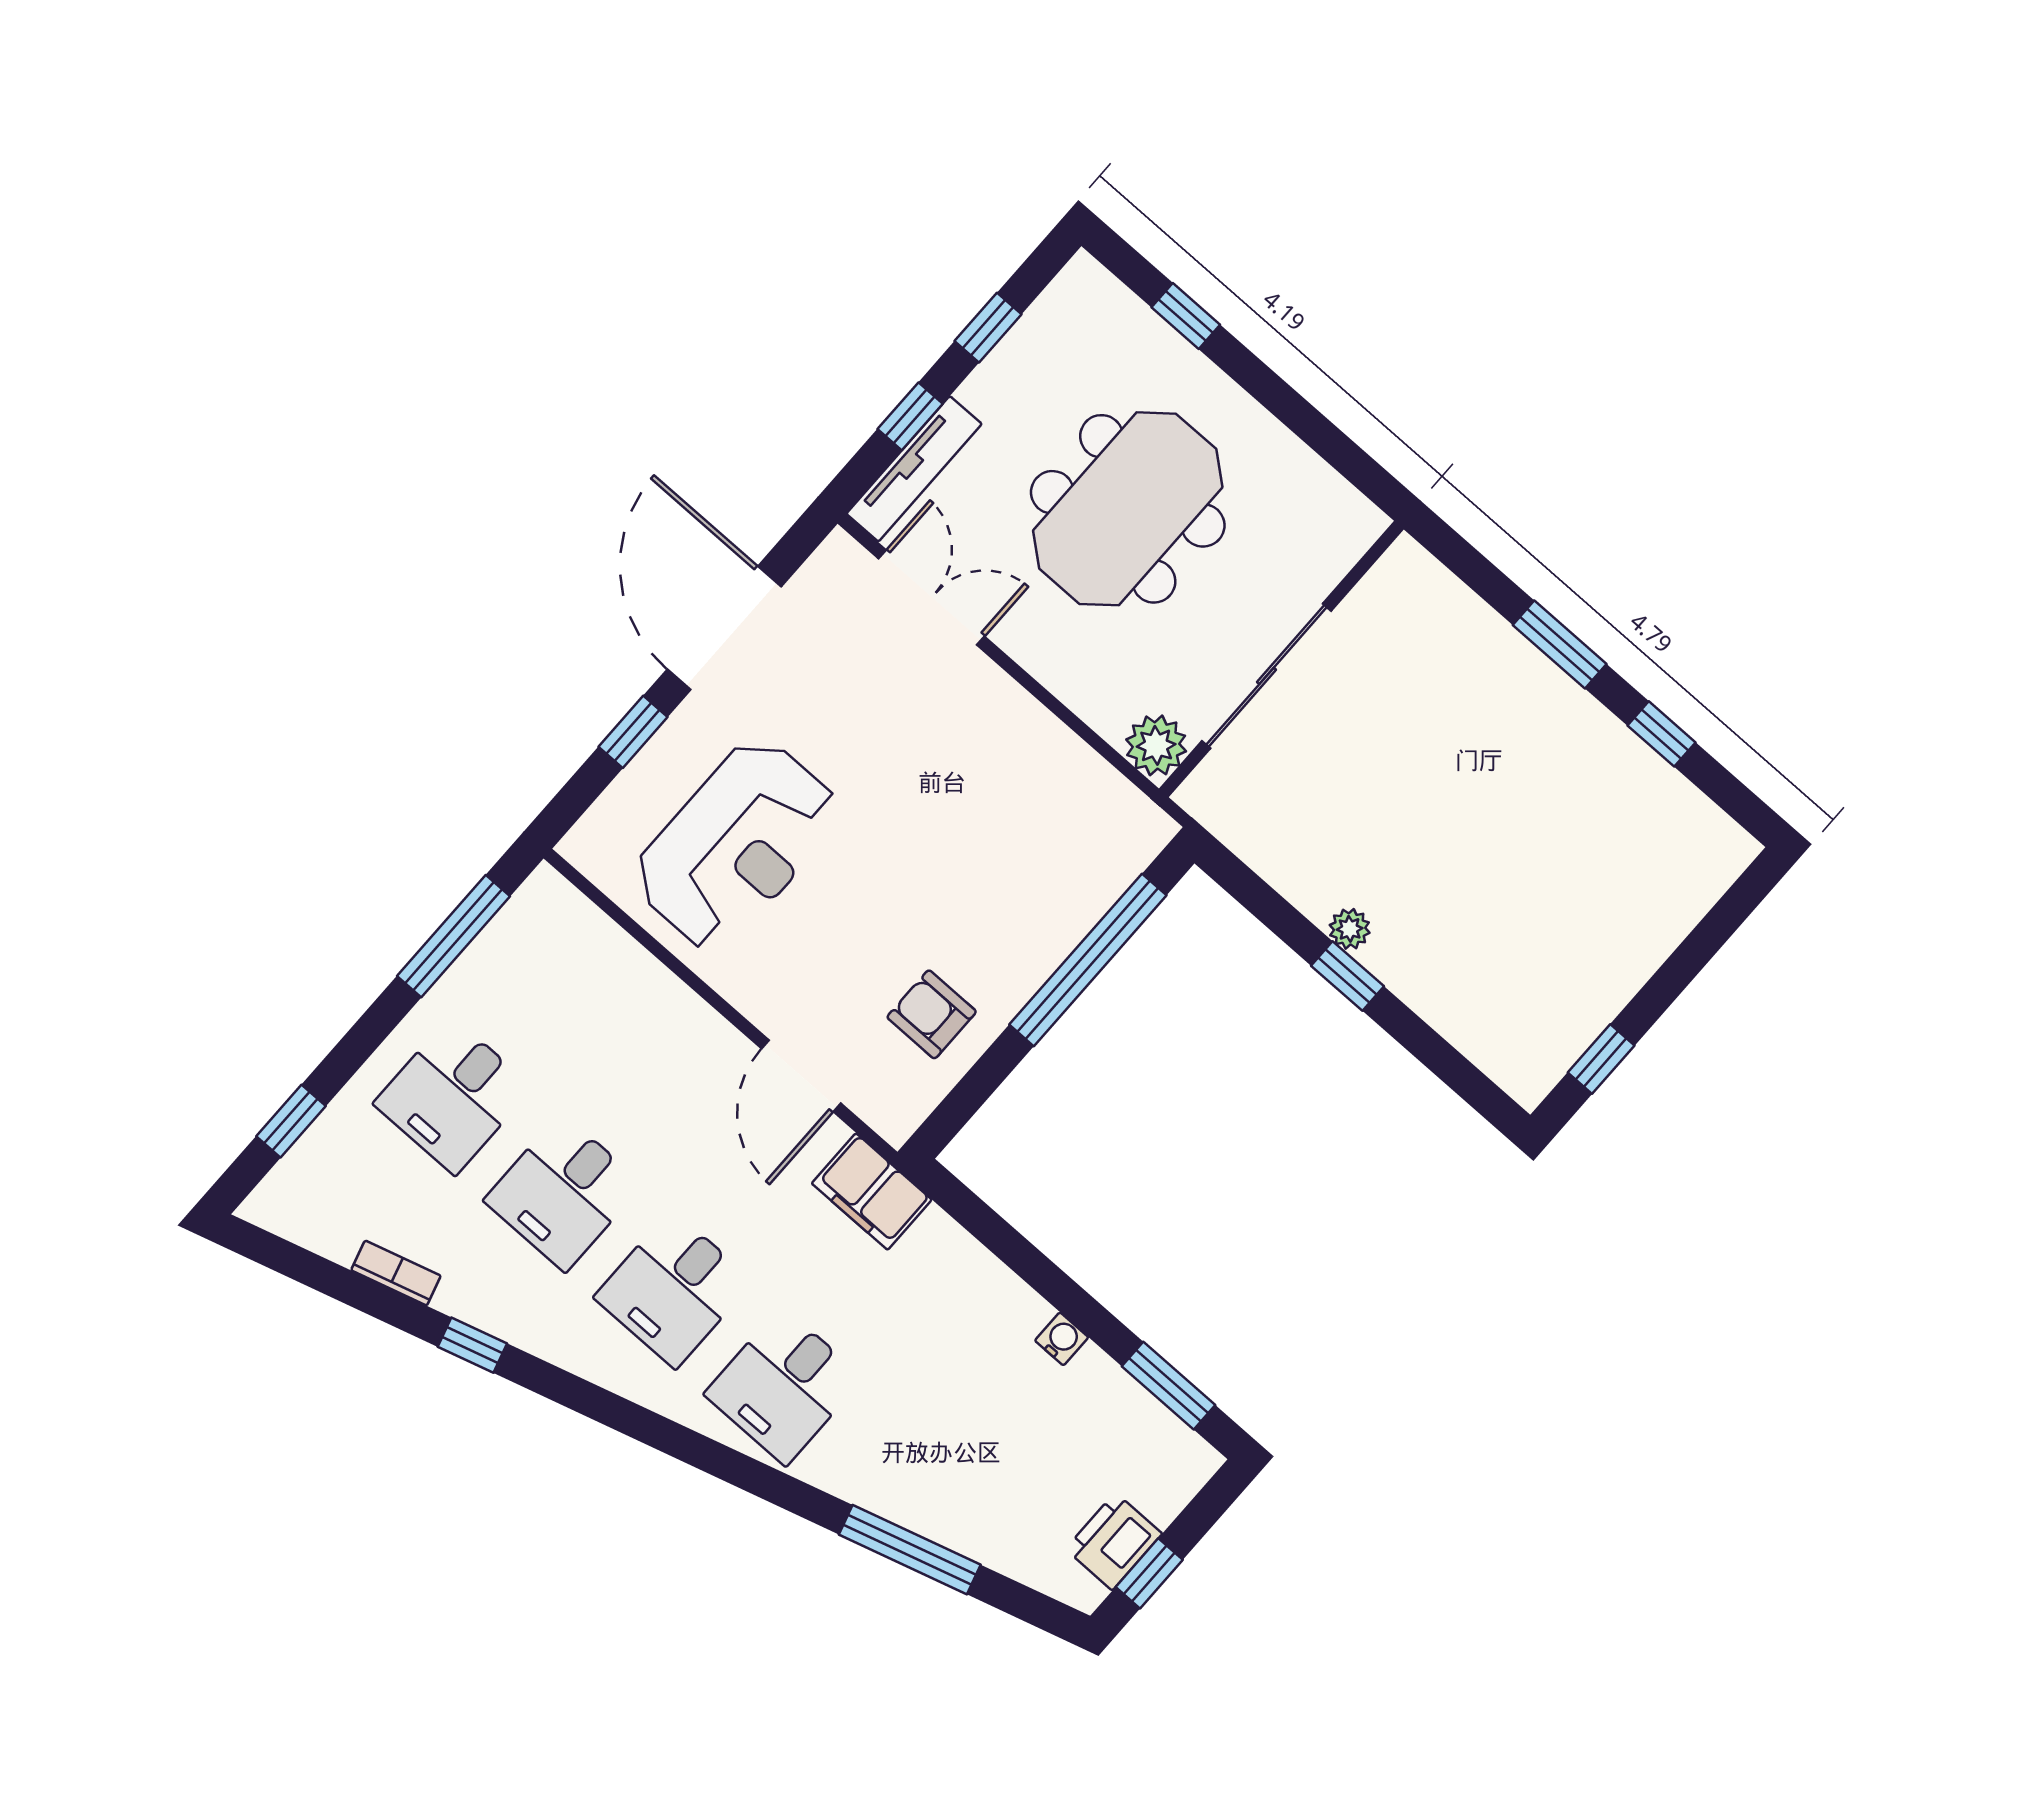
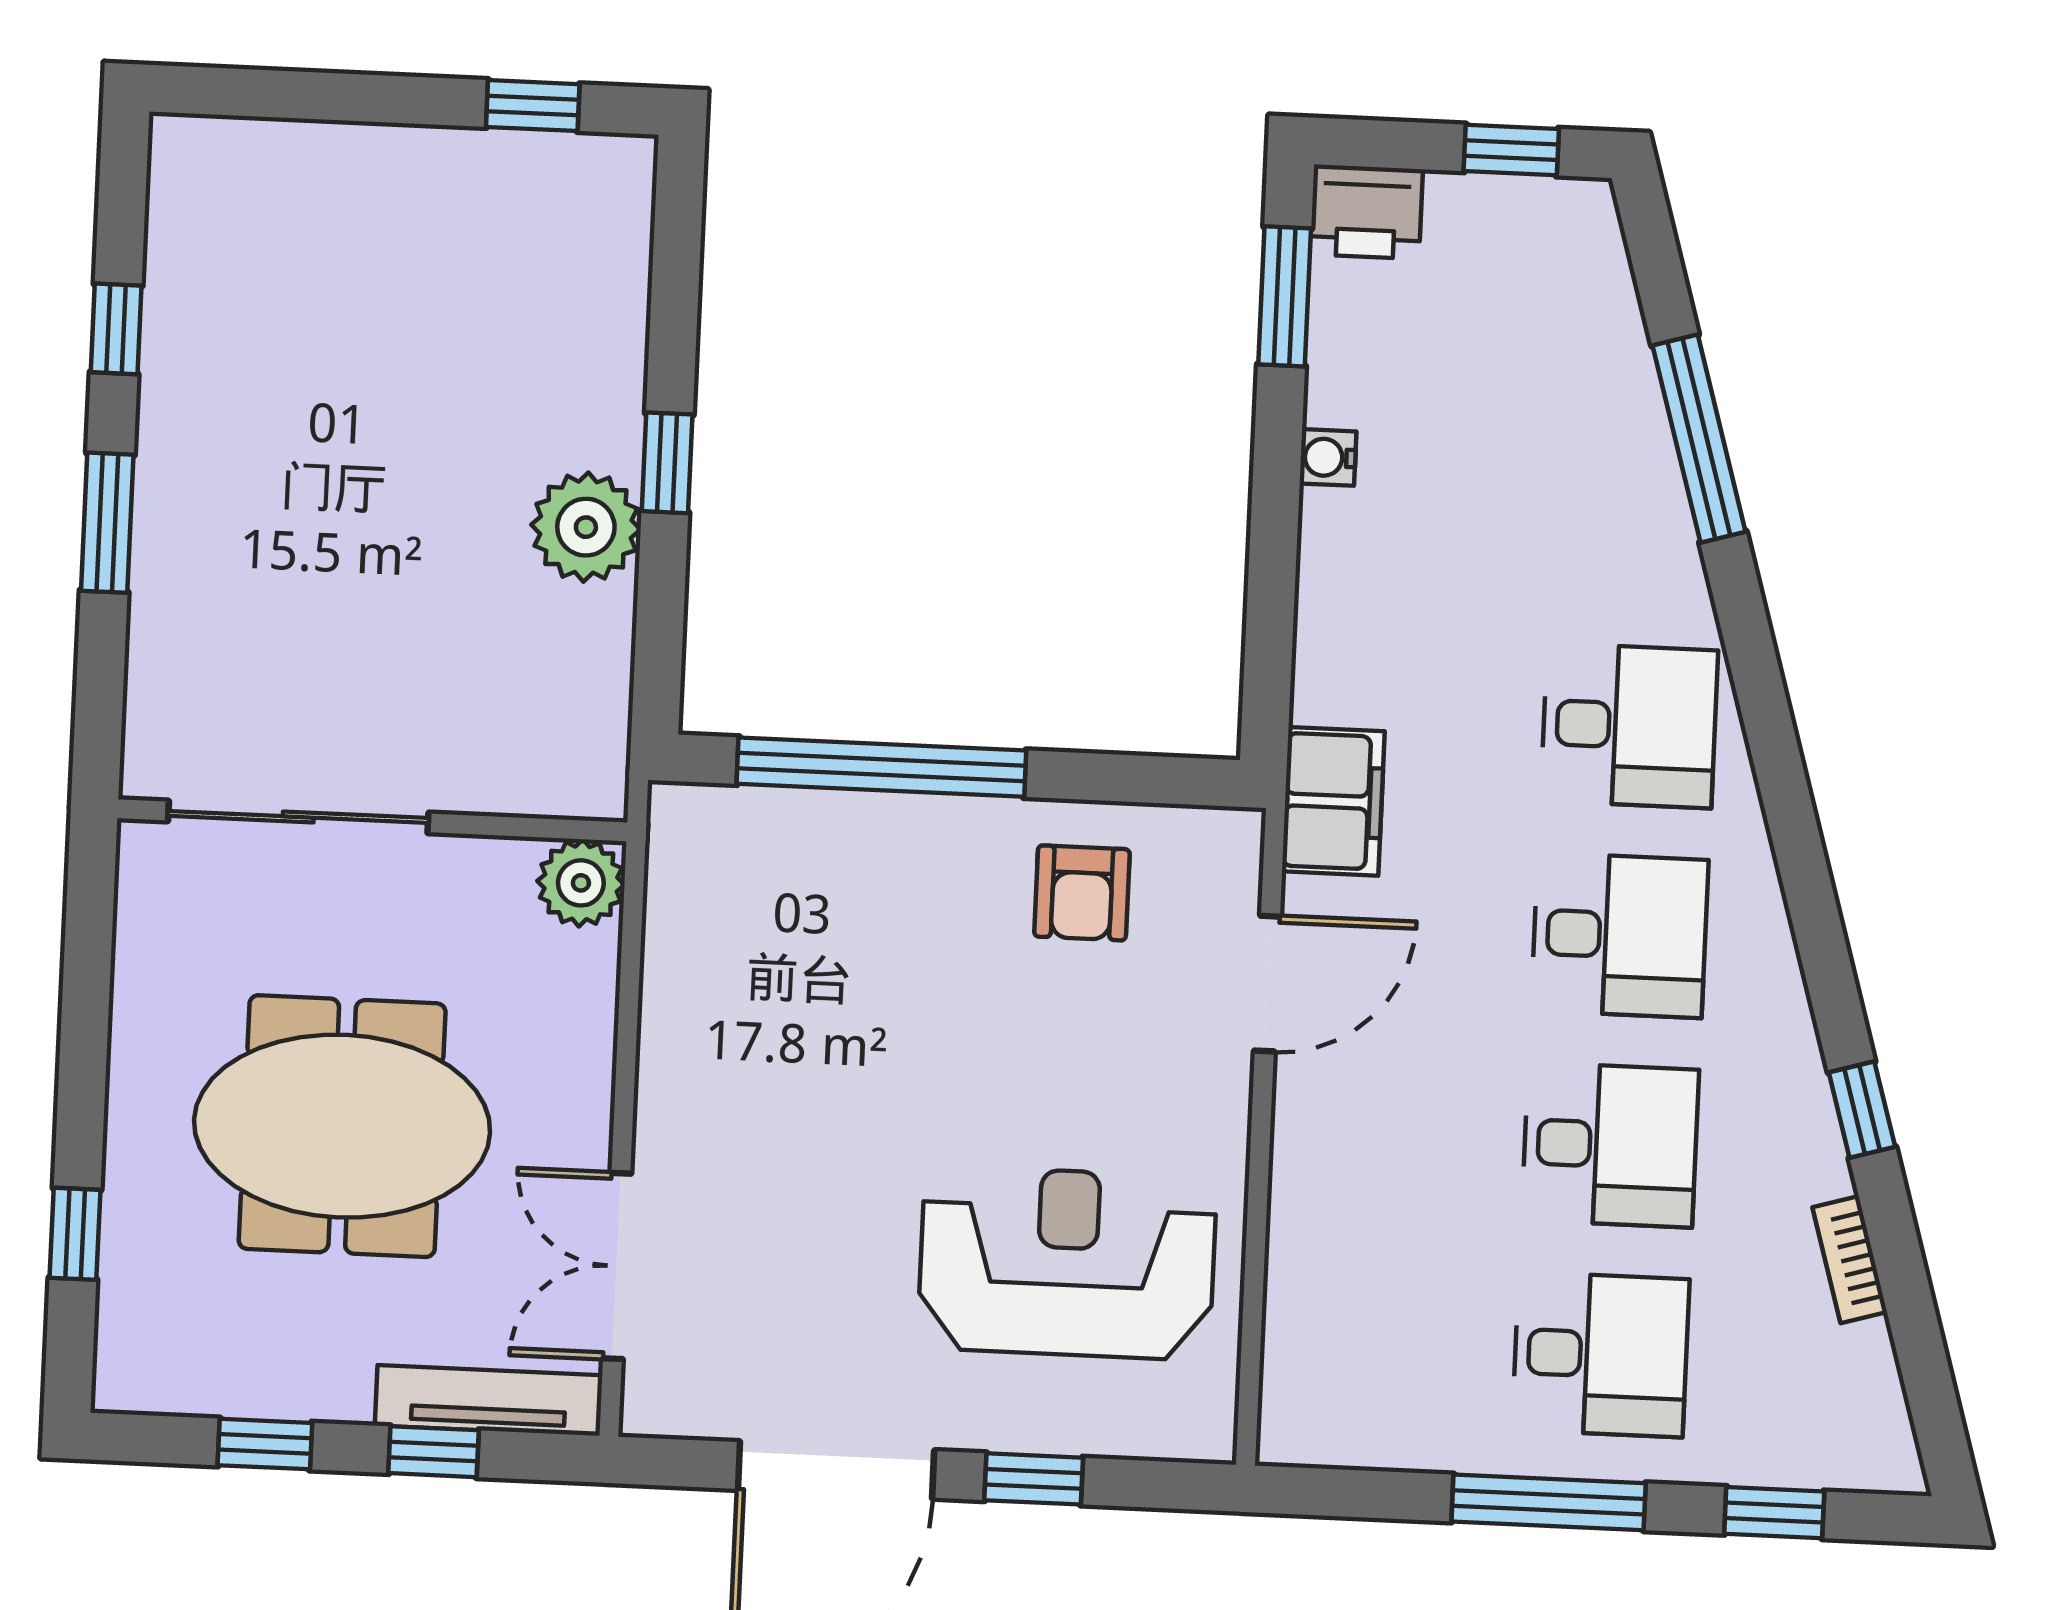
sliding door: (1267, 676) -> (298, 817), moved
plant: (1350, 929) -> (586, 527), width x1.88, depth x1.88
window: (454, 936) -> (1549, 1502), moved
printer: (1114, 1541) -> (1366, 212), moved

